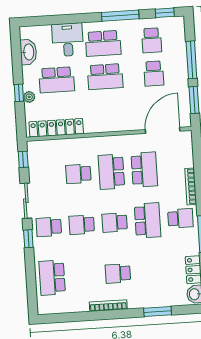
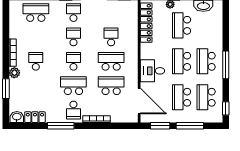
window: (120, 16) -> (226, 65), moved
desk: (68, 40) -> (152, 71), moved, turned 180
school desk: (152, 40) -> (206, 97), width x1.85
school desk: (154, 73) -> (182, 97), width x1.85
school desk: (144, 170) -> (111, 86), turned 180
school desk: (148, 220) -> (73, 86), turned 180
plant: (135, 301) -> (14, 73), added

